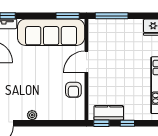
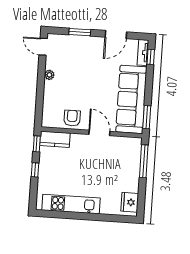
armchair: (73, 90) -> (72, 118), turned 90
kitchen counter: (109, 113) -> (55, 139), moved, turned 90

